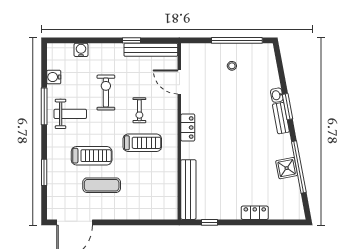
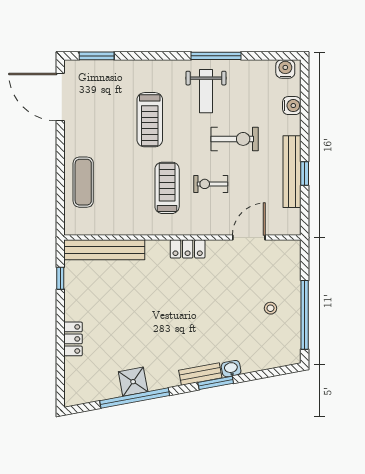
bench: (151, 50) -> (292, 172), moved
water cooler: (54, 77) -> (285, 69), moved
treadmill: (142, 143) -> (167, 188), turned 180
window: (44, 172) -> (97, 56), moved
exercise mat: (102, 185) -> (83, 182), moved

